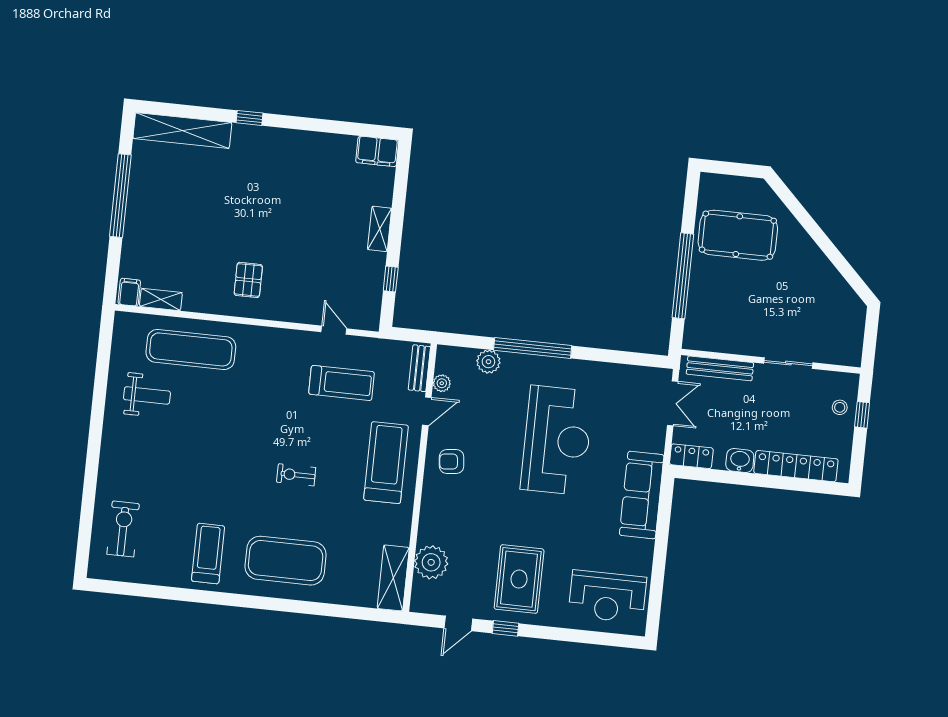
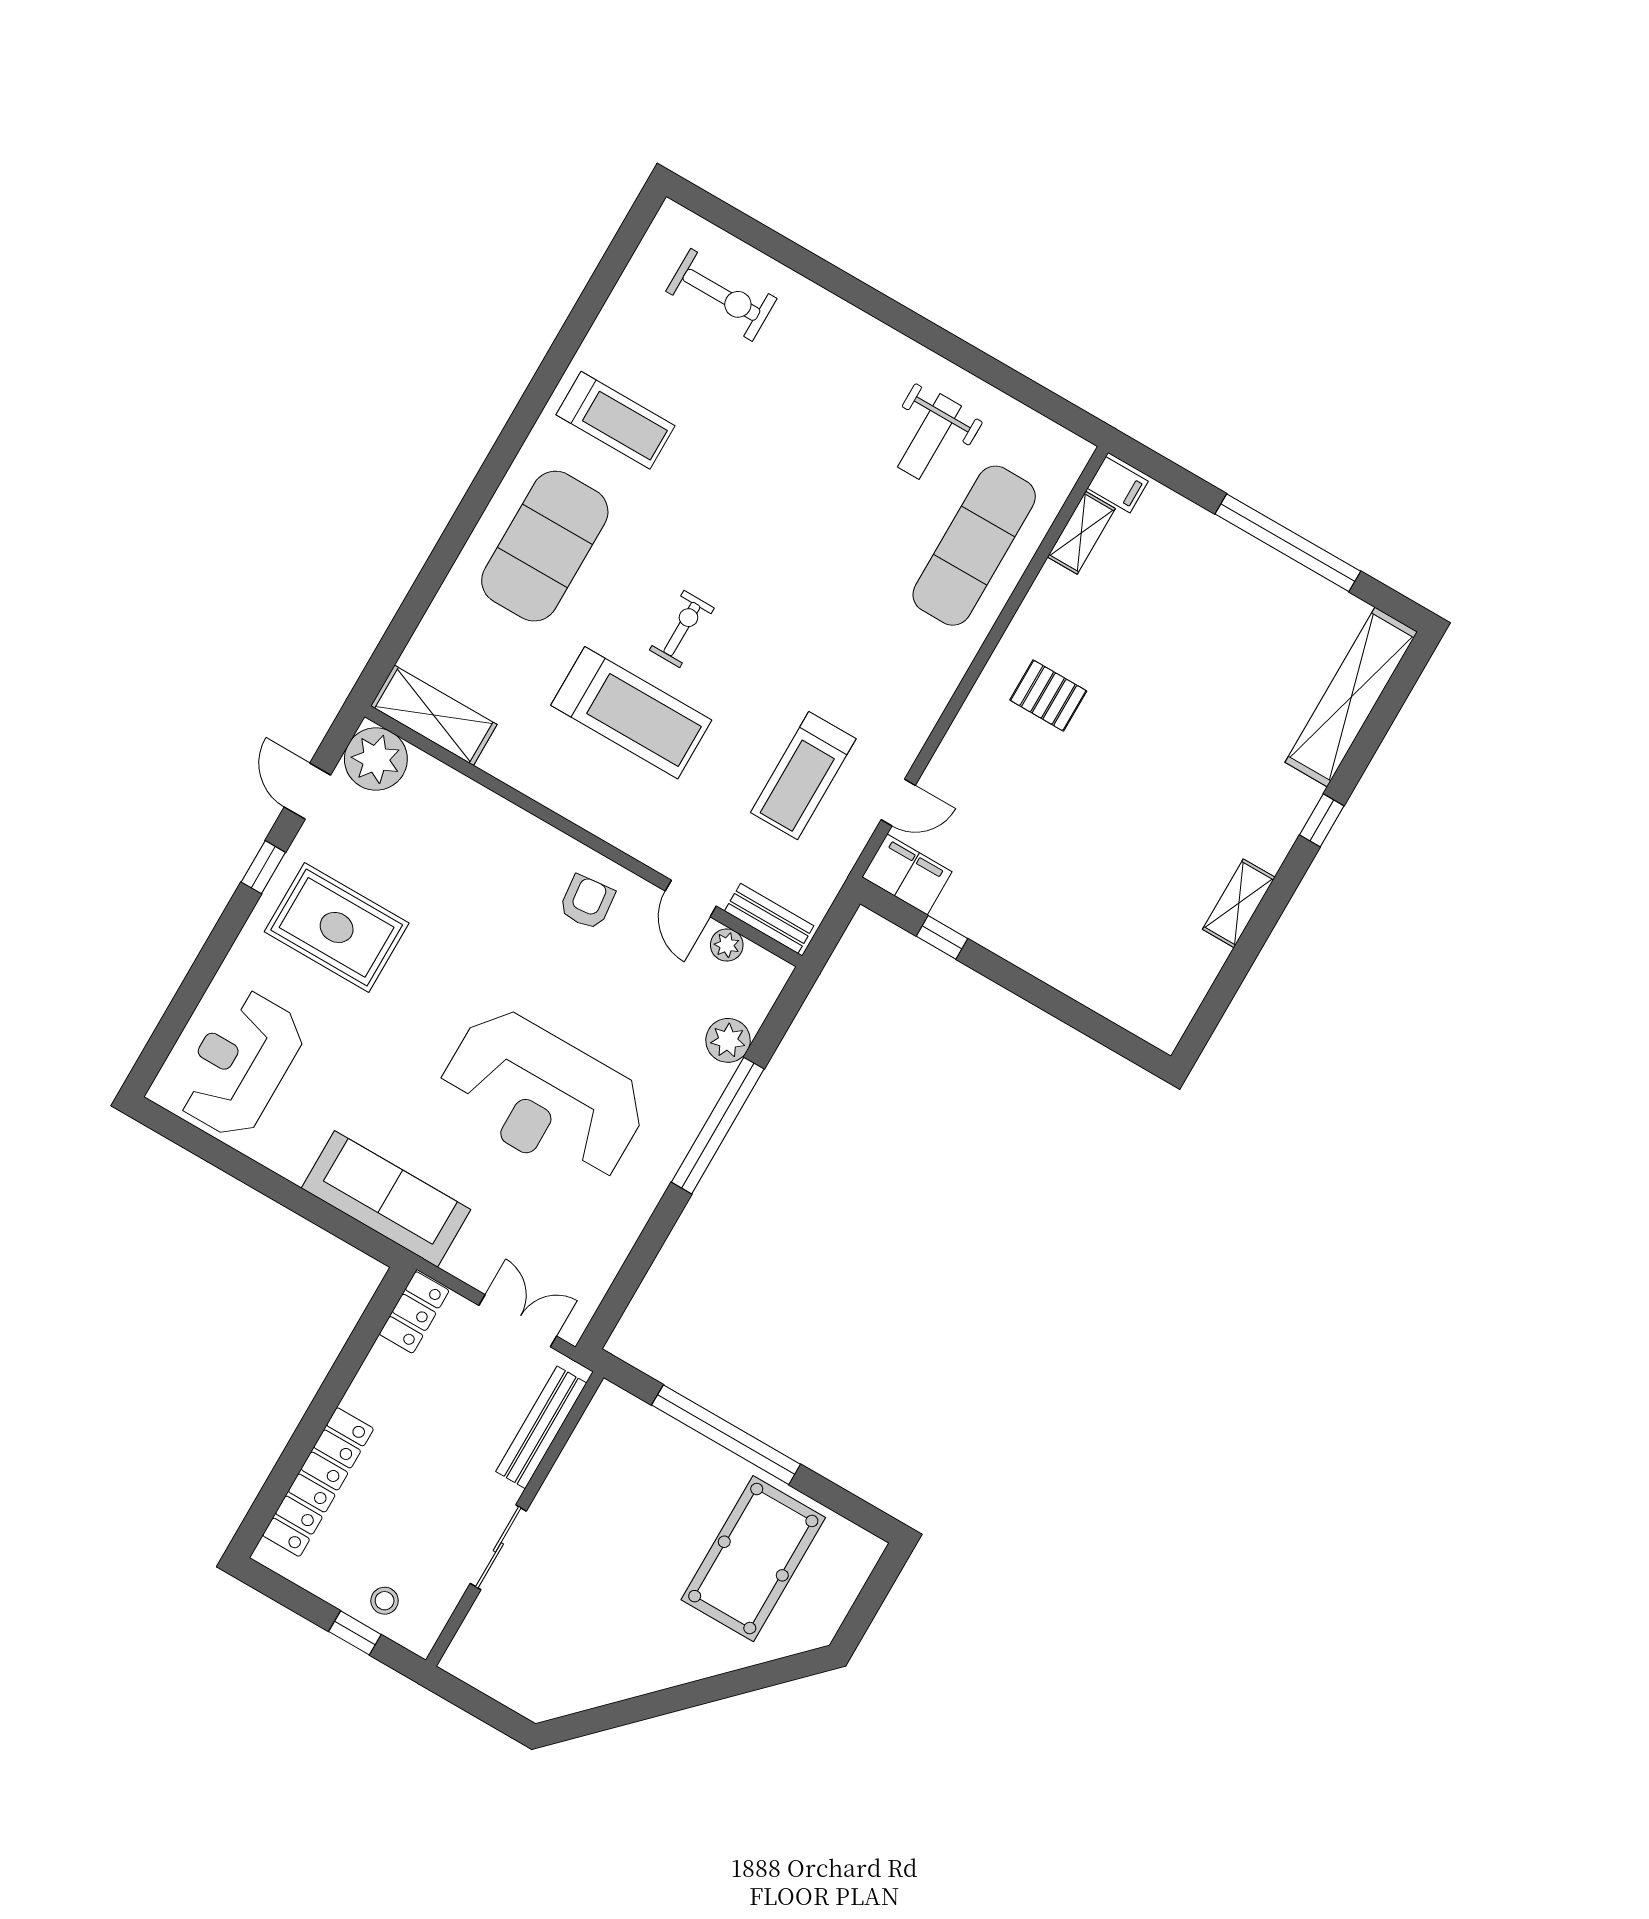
filing cabinet: (377, 151) -> (907, 874), moved, turned 90
shelving: (380, 229) -> (1239, 903), moved, turned 90
double door: (673, 403) -> (518, 1321), swing flipped
washbasin: (740, 460) -> (370, 1391), removed
treadmill: (386, 463) -> (631, 713), moved
plant: (431, 562) -> (376, 759), moved

